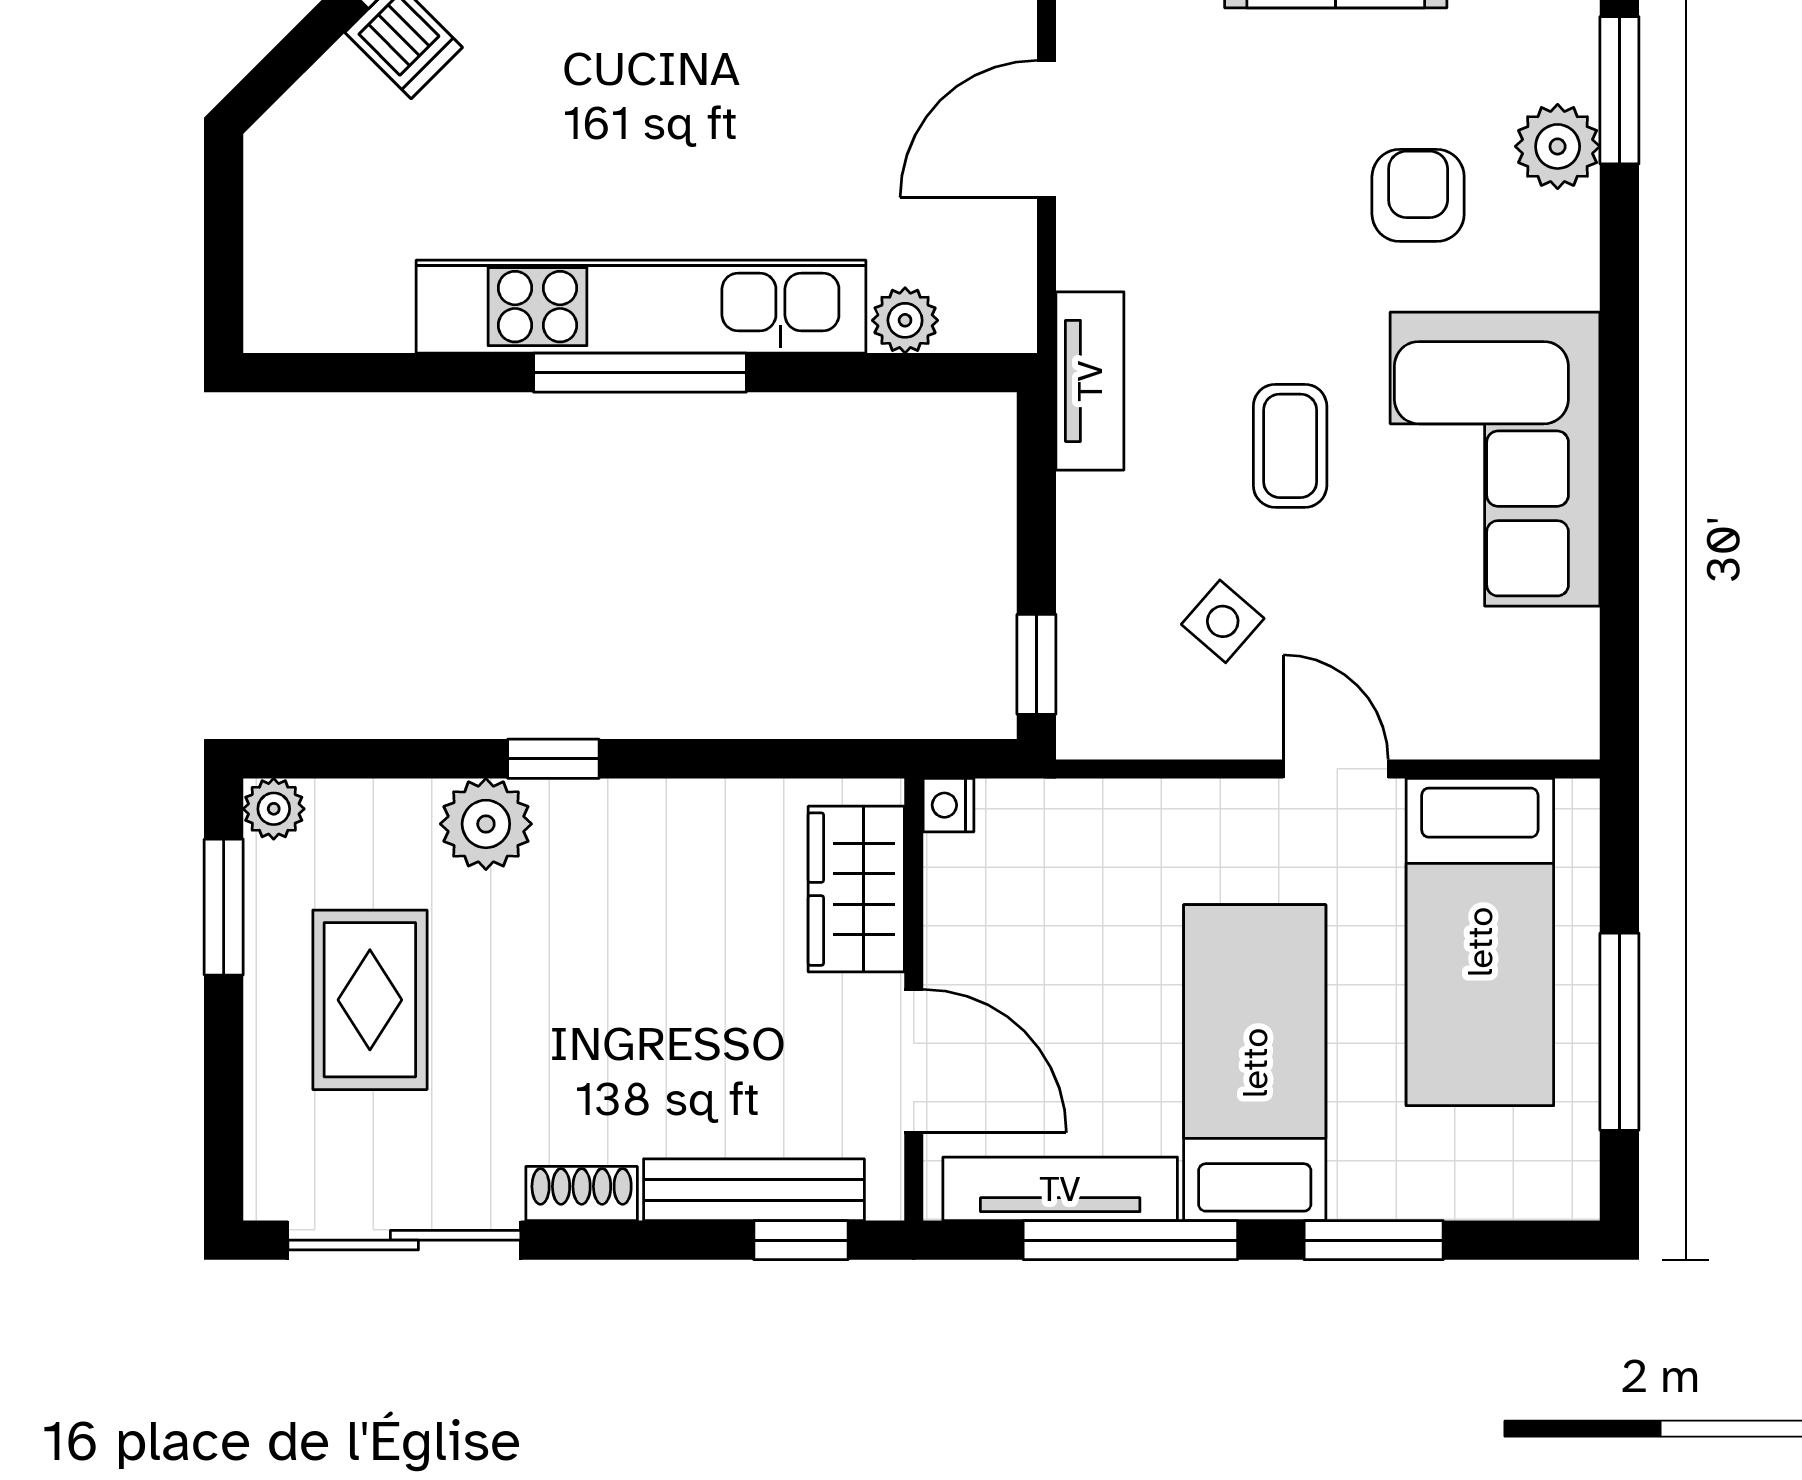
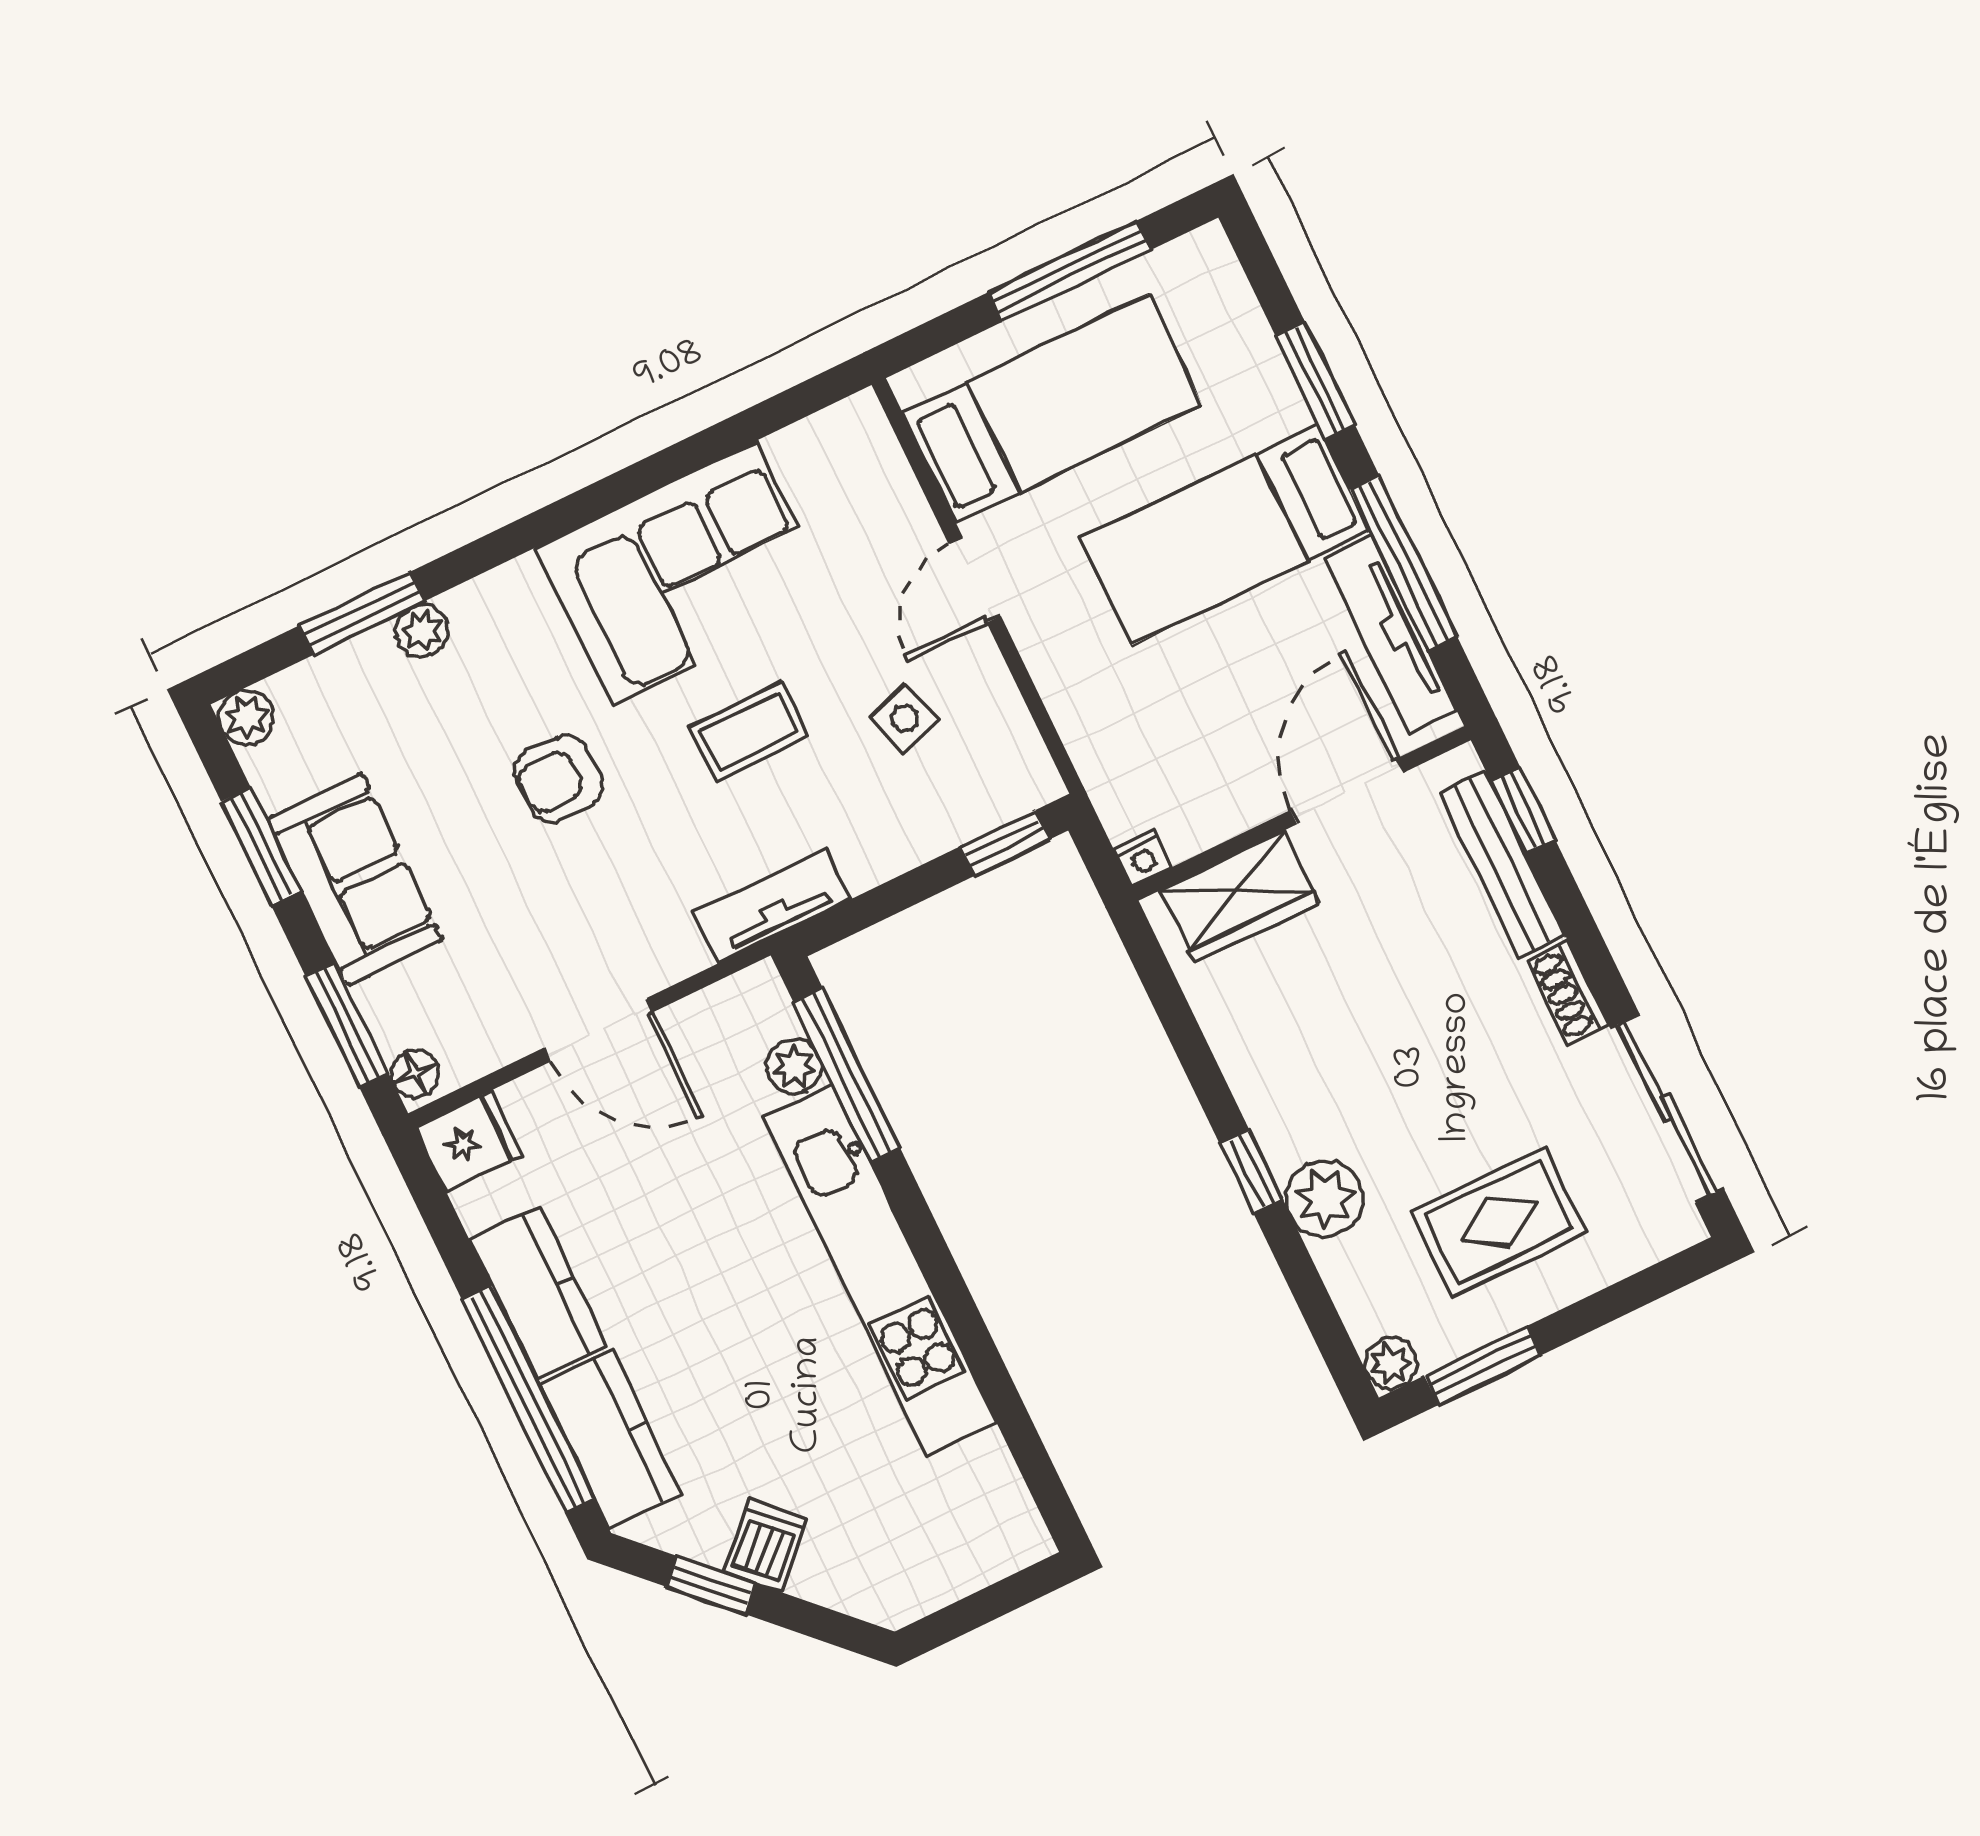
plant: (1558, 146) -> (422, 631), width x0.73, depth x0.73
armchair: (1418, 195) -> (559, 778), moved
window: (640, 373) -> (847, 1075), moved
side table: (1223, 621) -> (905, 719), turned 32

